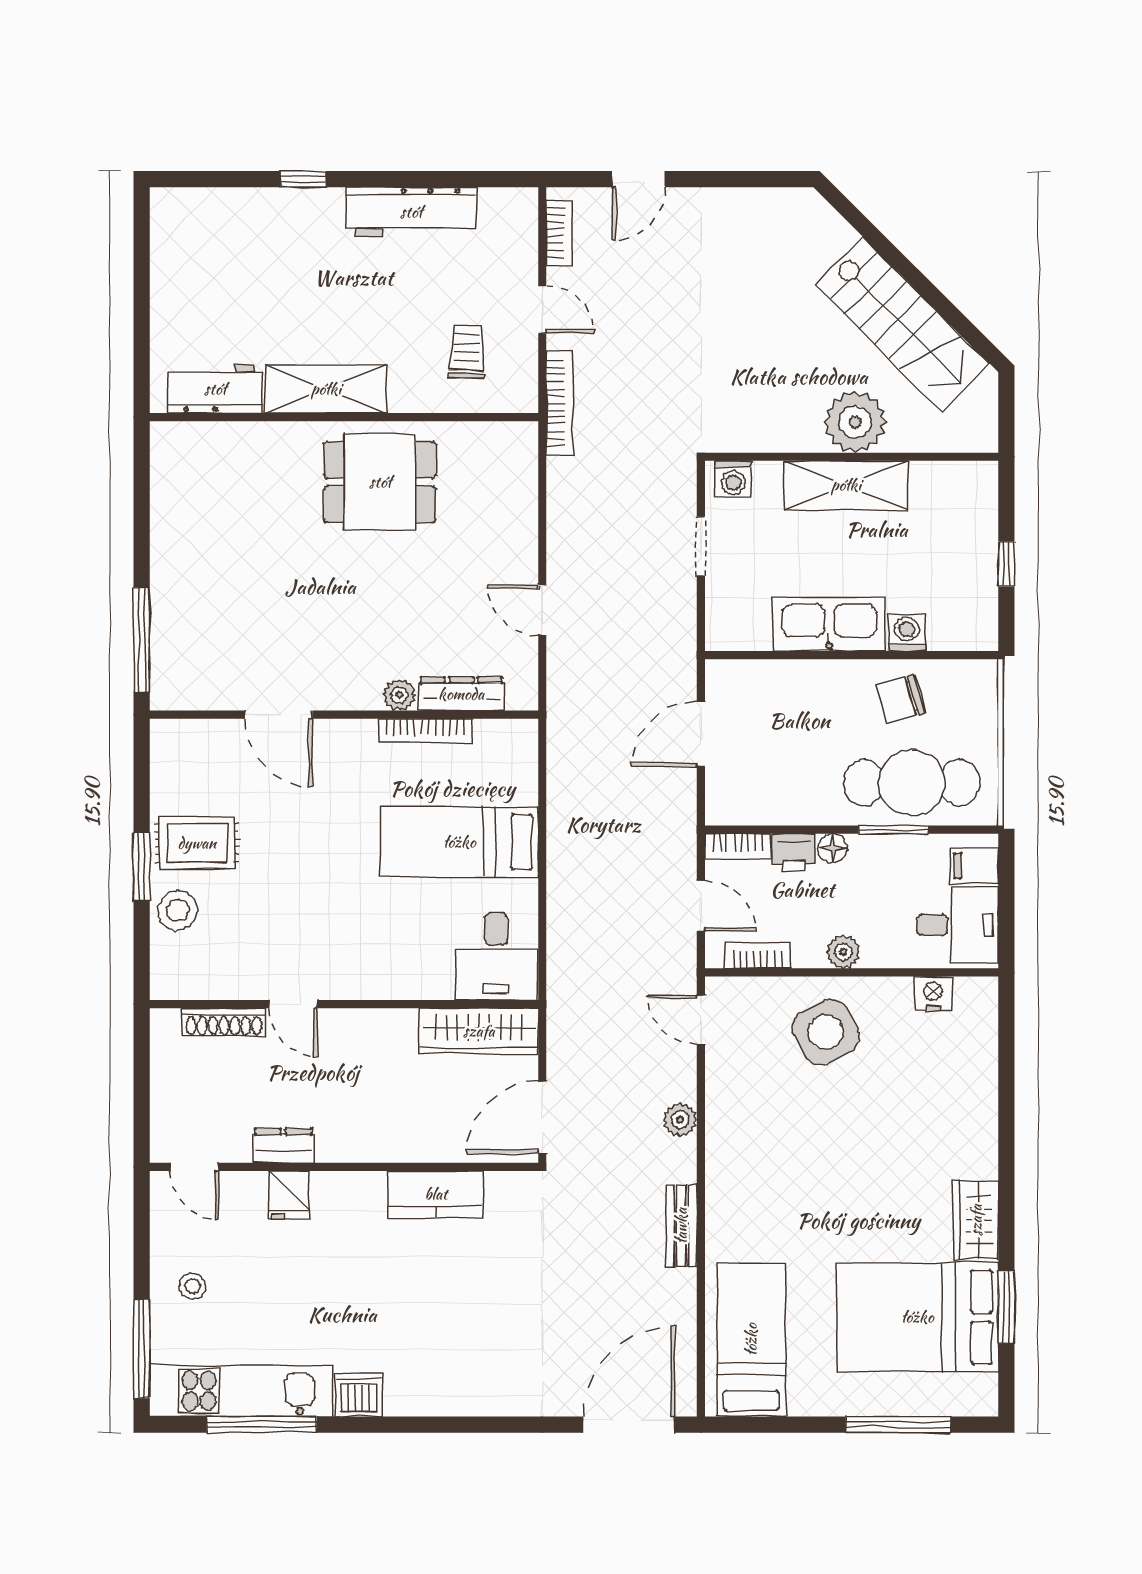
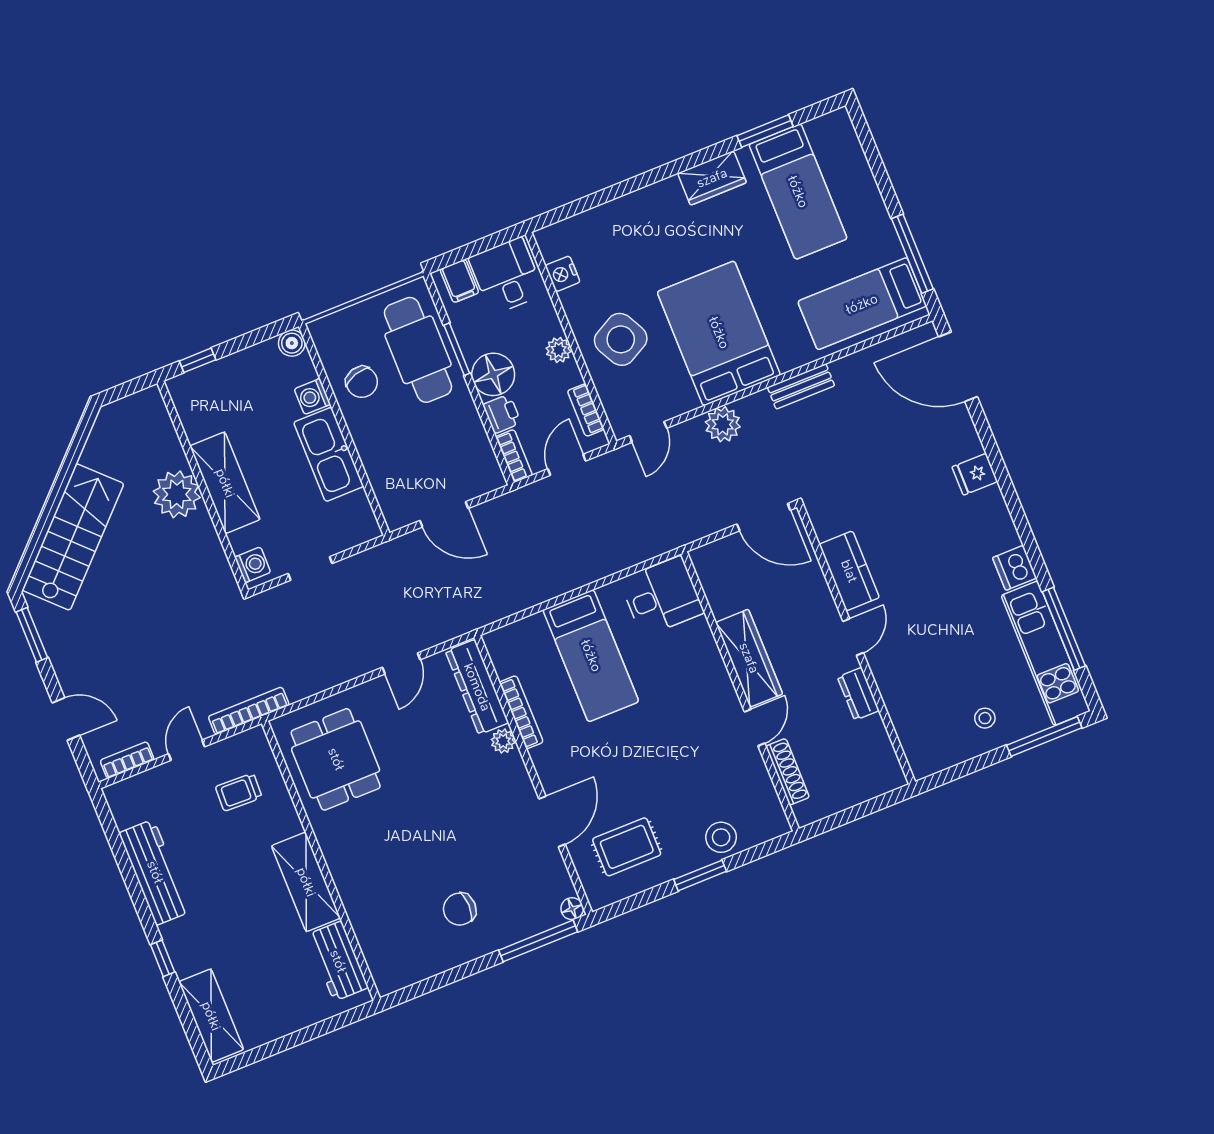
window: (756, 179) -> (32, 635), added
shelving: (211, 210) -> (211, 1016), added
stairs: (902, 324) -> (73, 537), moved
dining table: (380, 482) -> (336, 759), moved
chair: (218, 561) -> (460, 909), added
window: (1006, 564) -> (198, 360), moved
boiler: (981, 634) -> (292, 343), added
dresser: (461, 694) -> (477, 687), width x1.37, depth x1.24
floor lamp: (164, 696) -> (572, 909), added
rug: (197, 843) -> (627, 847), moved, turned 90
floor lamp: (833, 848) -> (493, 374), width x1.89, depth x1.89
wardrobe: (479, 1031) -> (749, 658), moved
plant: (680, 1120) -> (723, 424), width x1.38, depth x1.38
bed: (785, 1153) -> (719, 333), added
door: (194, 1167) -> (853, 637), moved
fridge: (289, 1195) -> (975, 474), moved, turned 180
bed: (917, 1317) -> (798, 192), width x0.67
window: (898, 1425) -> (912, 254), moved

